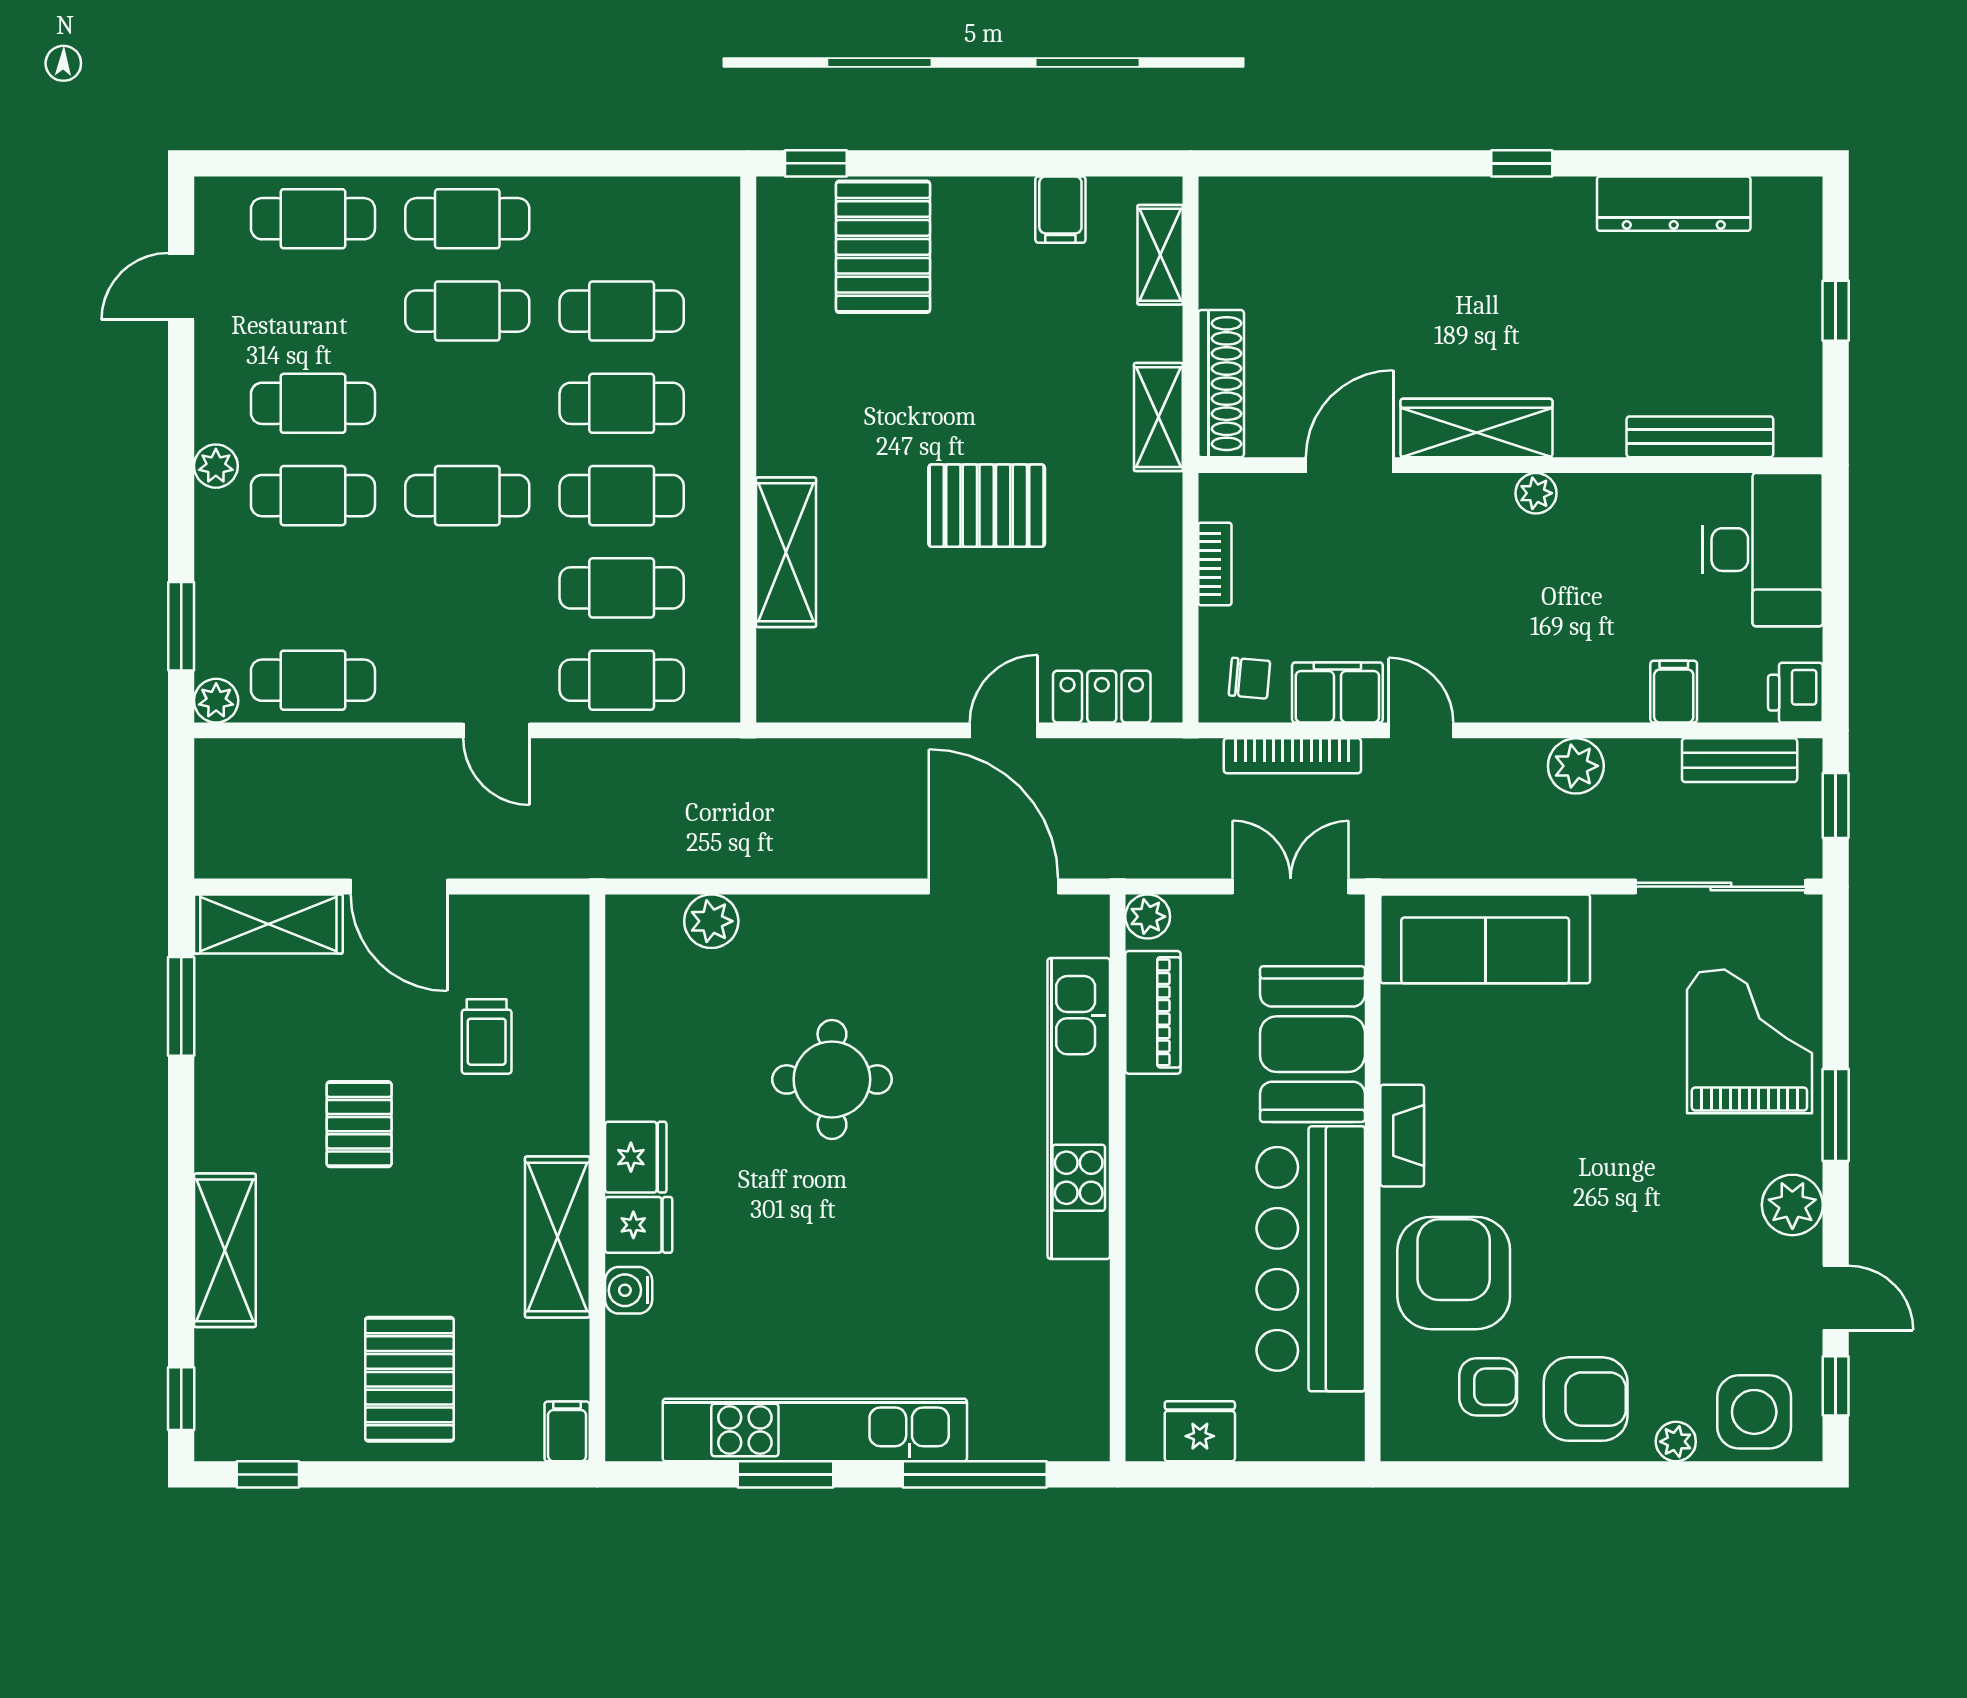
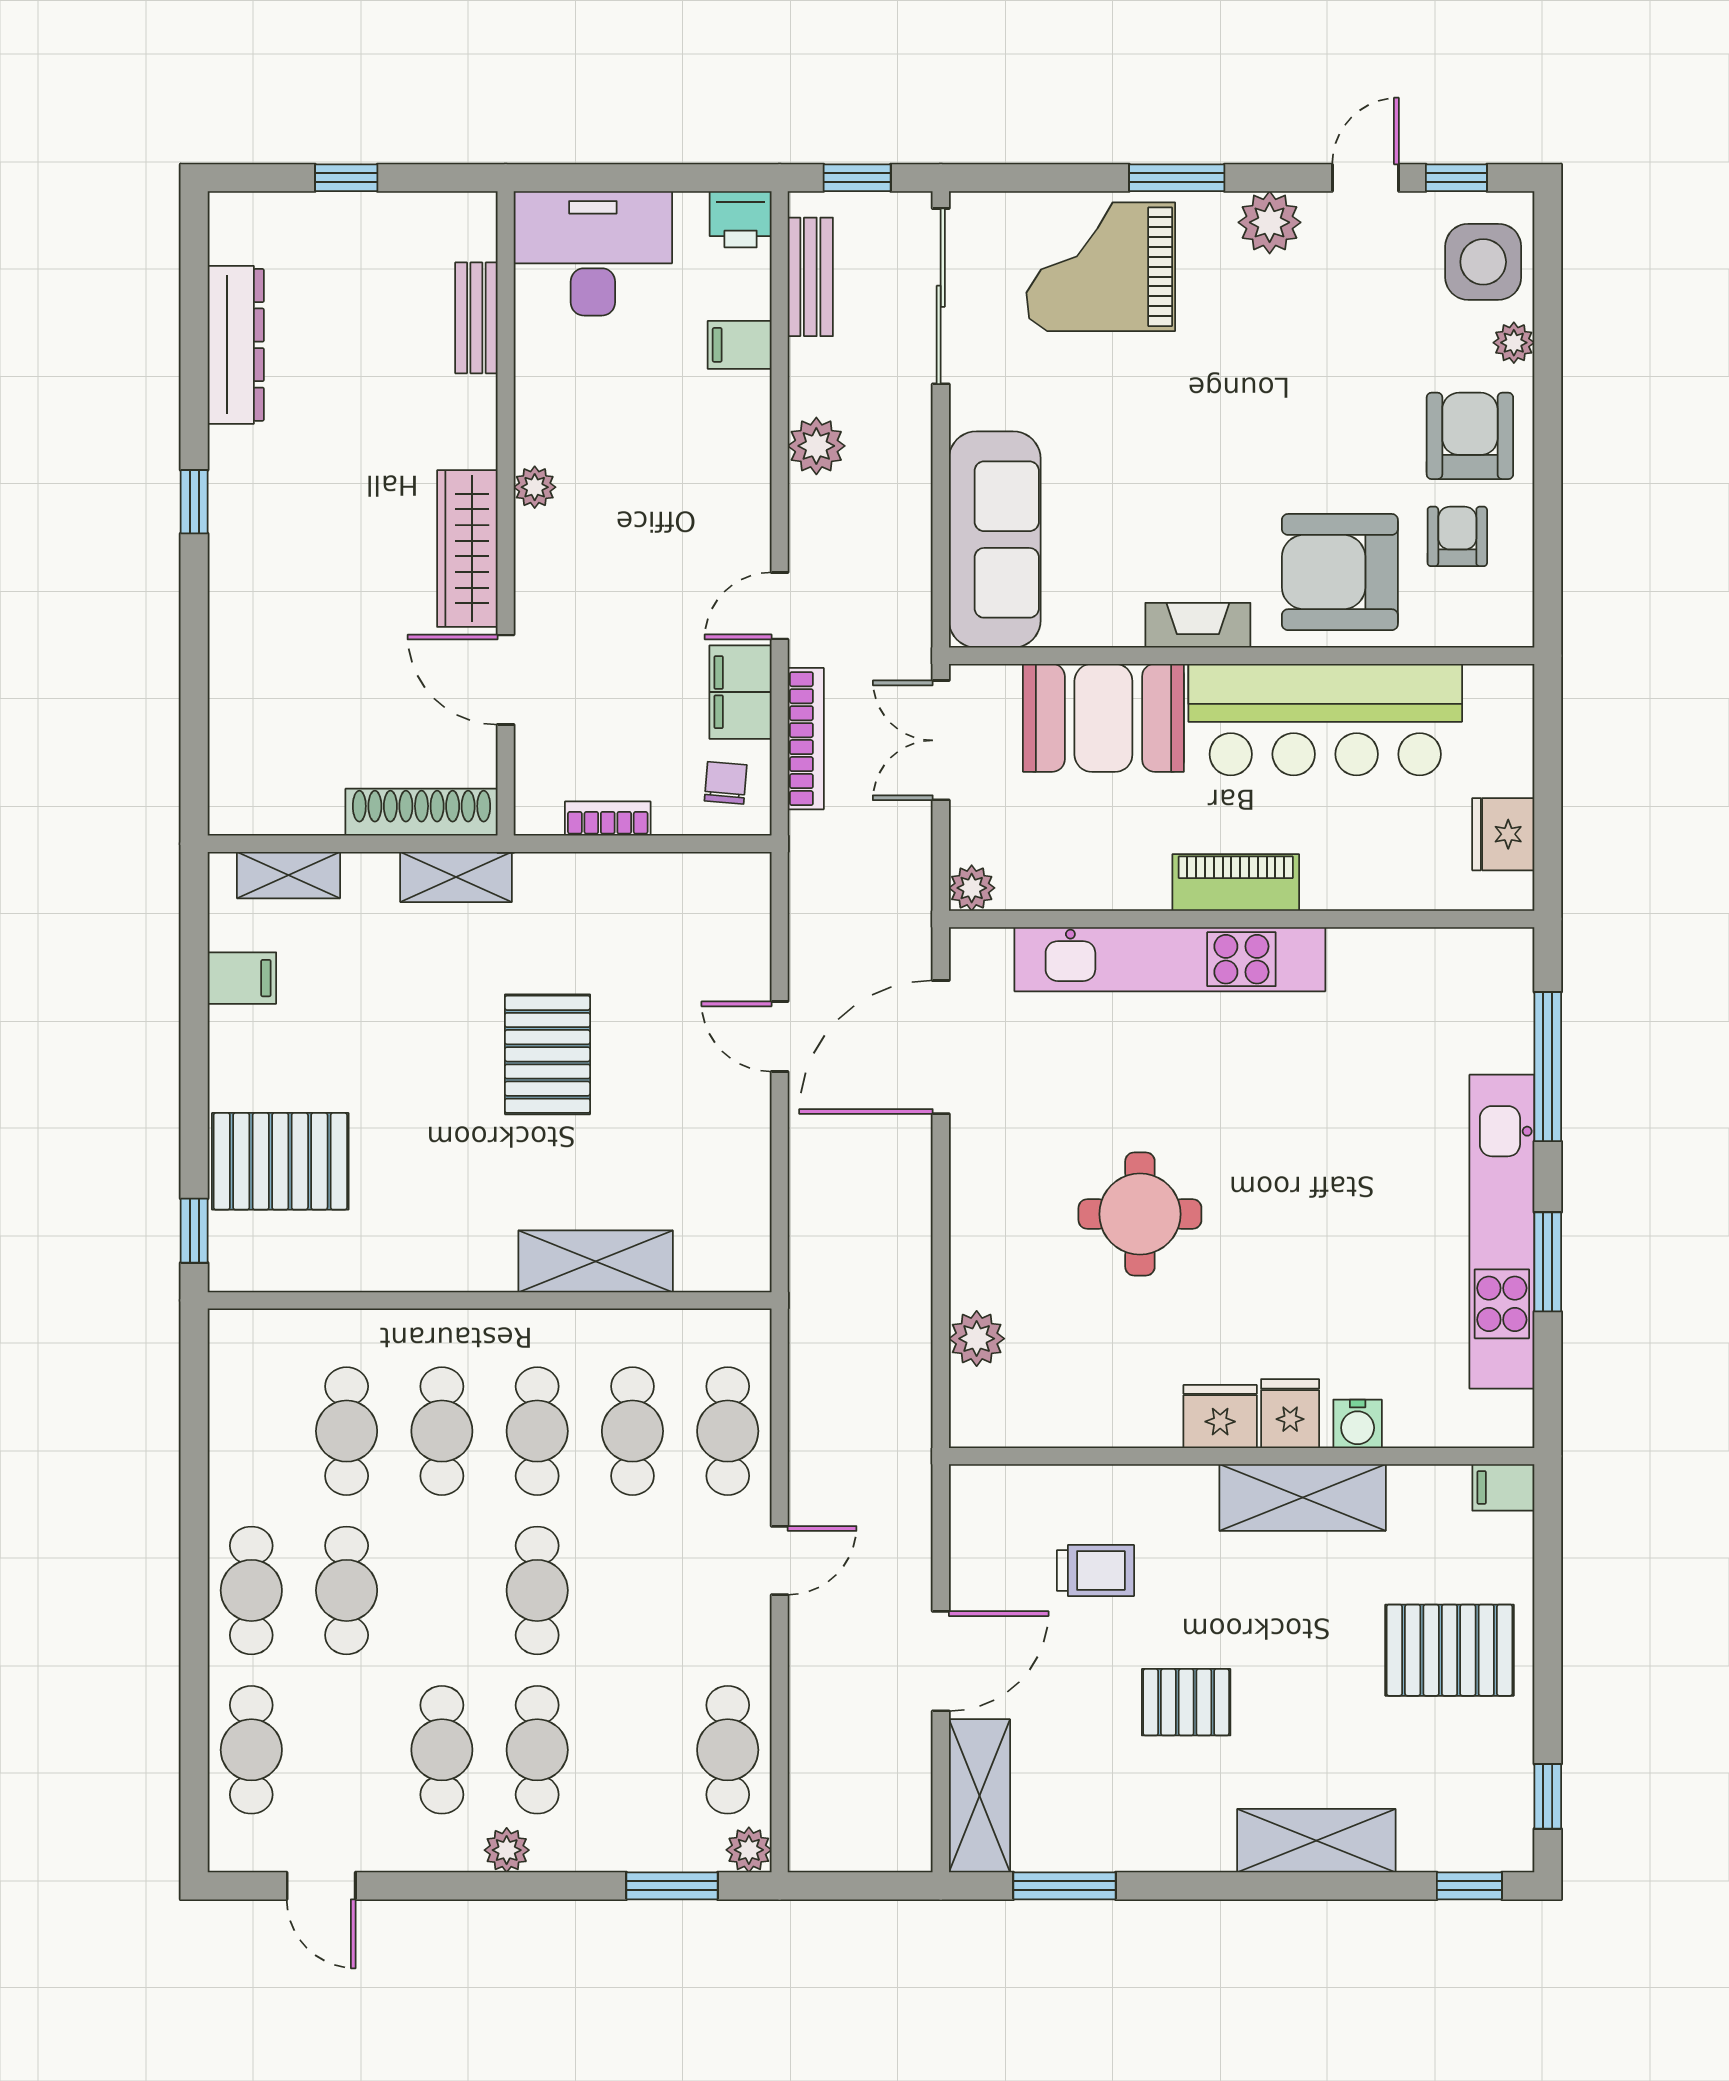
bench: (1700, 437) -> (476, 318), width x0.73
locker: (1102, 697) -> (745, 935), removed
piano: (1153, 1012) -> (1236, 883), moved

